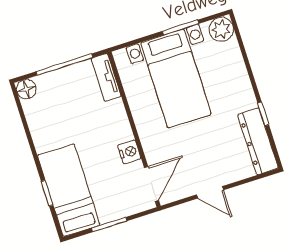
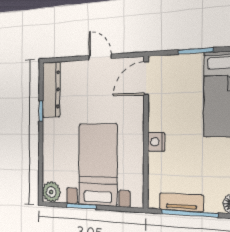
tv unit: (106, 77) -> (181, 202), moved, turned -90
nightstand: (129, 152) -> (156, 142), moved

